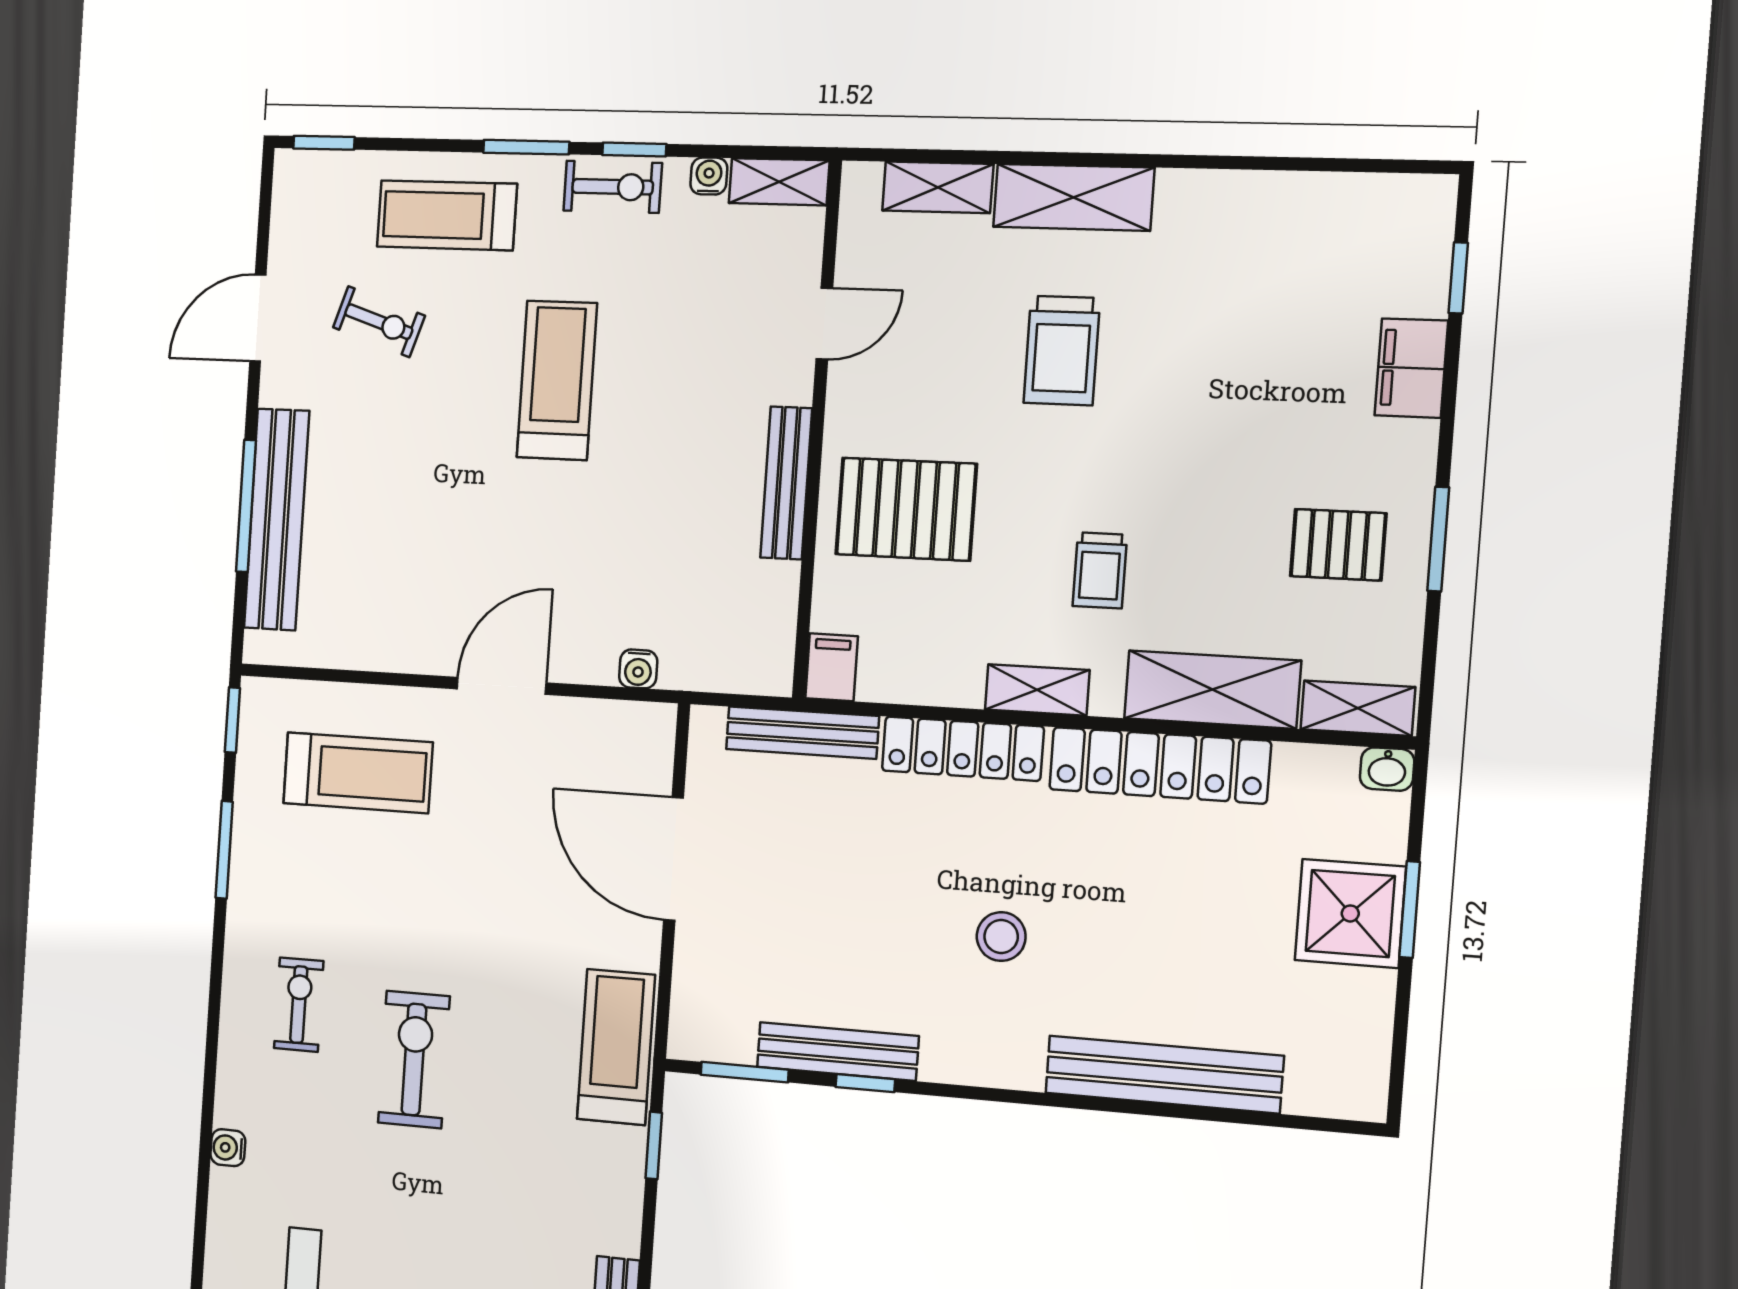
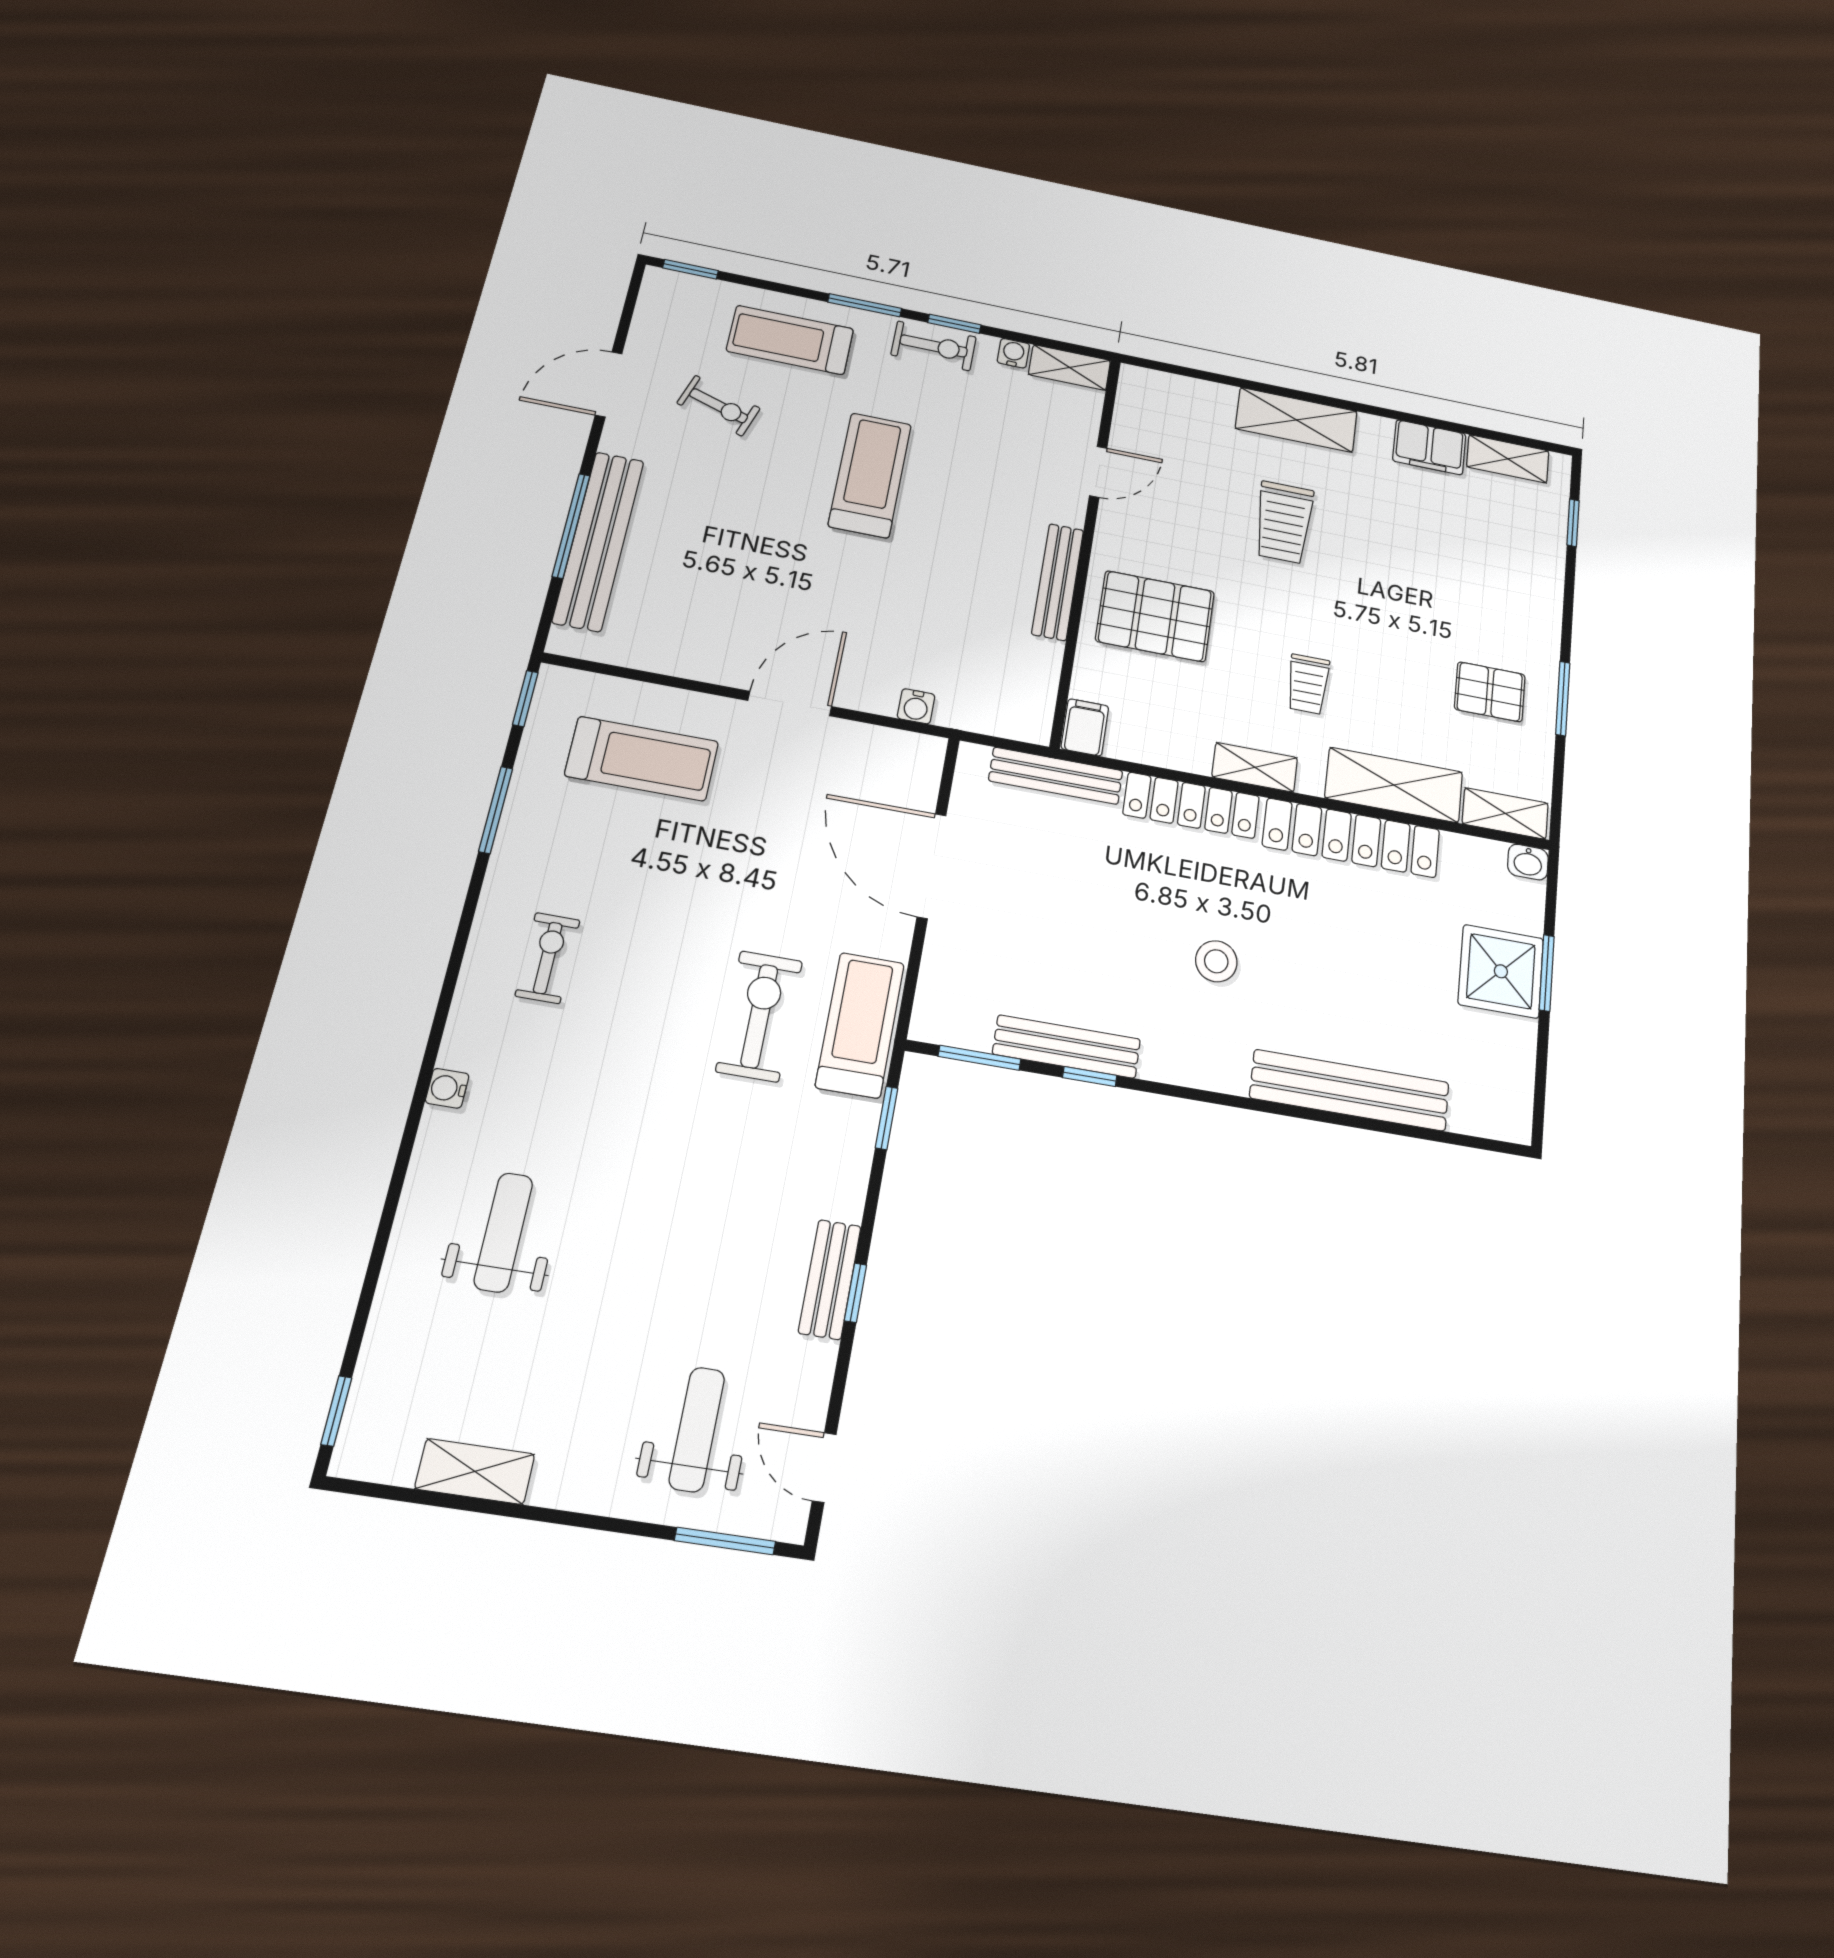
shelving: (938, 187) -> (1508, 459), moved
filing cabinet: (1411, 368) -> (1429, 447), moved, turned -90
exercise bike: (414, 1060) -> (759, 1016), moved

